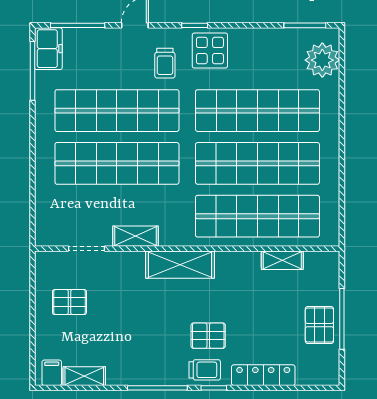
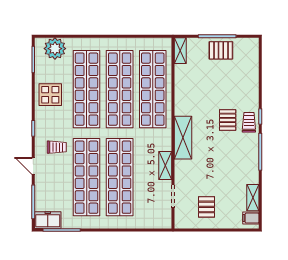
display table: (210, 51) -> (50, 95), moved
shelving: (282, 260) -> (180, 51), moved
locker: (263, 375) -> (252, 86), removed

